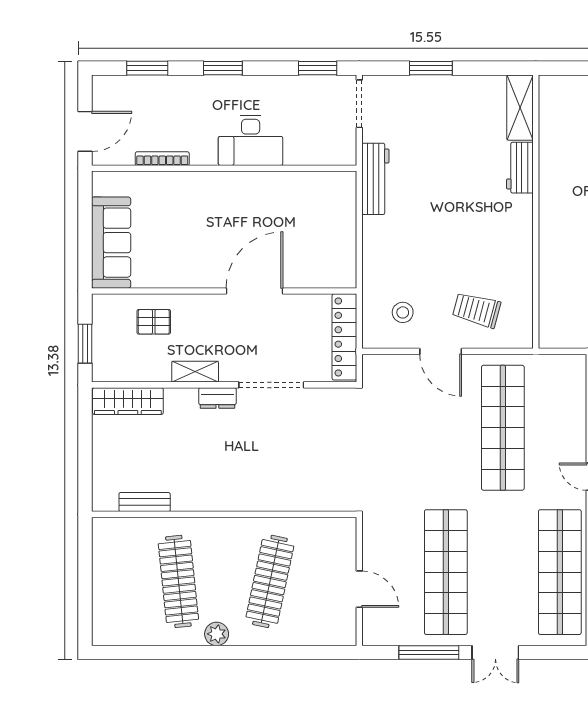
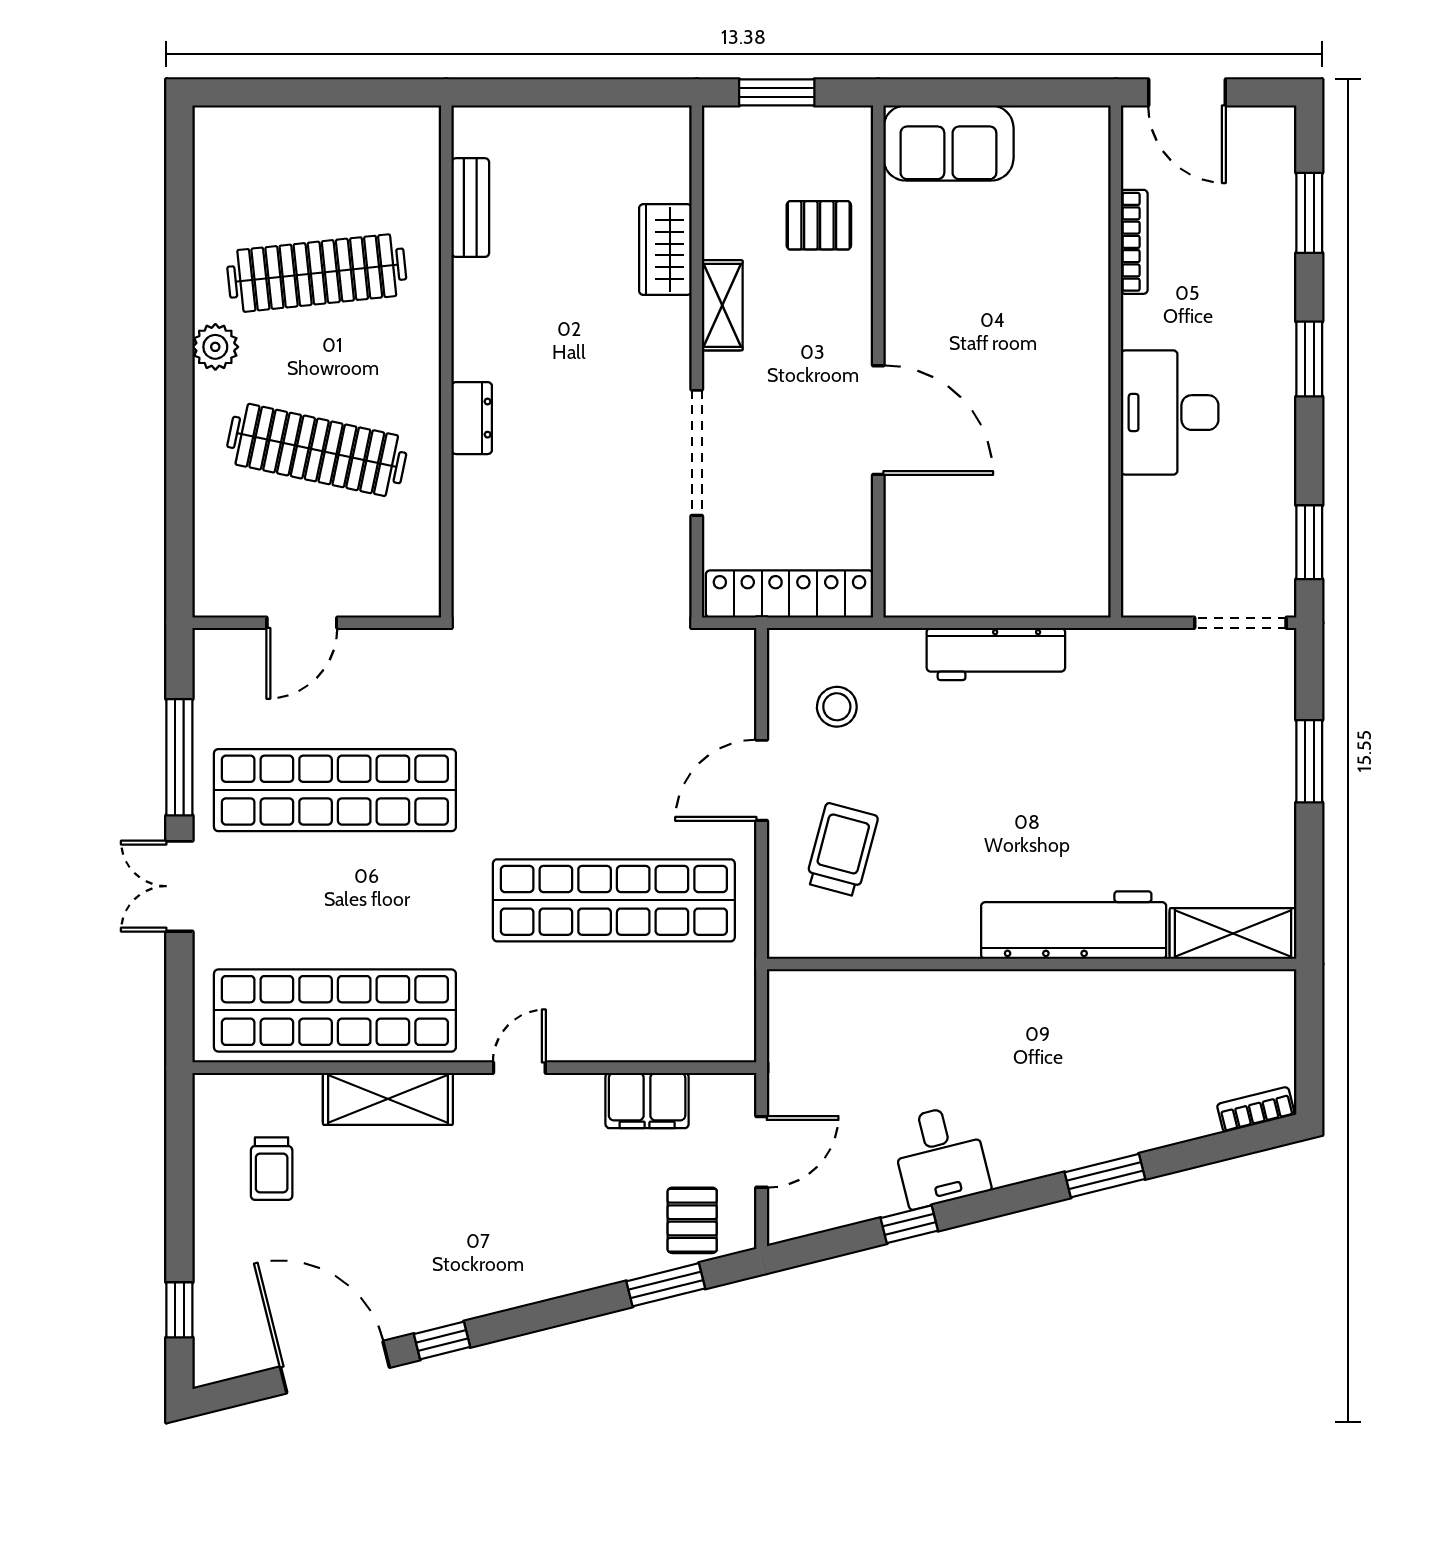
workbench: (520, 168) -> (1074, 925), width x1.88, depth x1.32
workbench: (375, 179) -> (996, 654), moved
sofa: (111, 243) -> (948, 143), width x0.73
pallet: (154, 322) -> (819, 225), turned 90
dresser: (217, 398) -> (472, 418), moved, turned 180
wardrobe: (128, 401) -> (665, 250), moved, width x0.67

